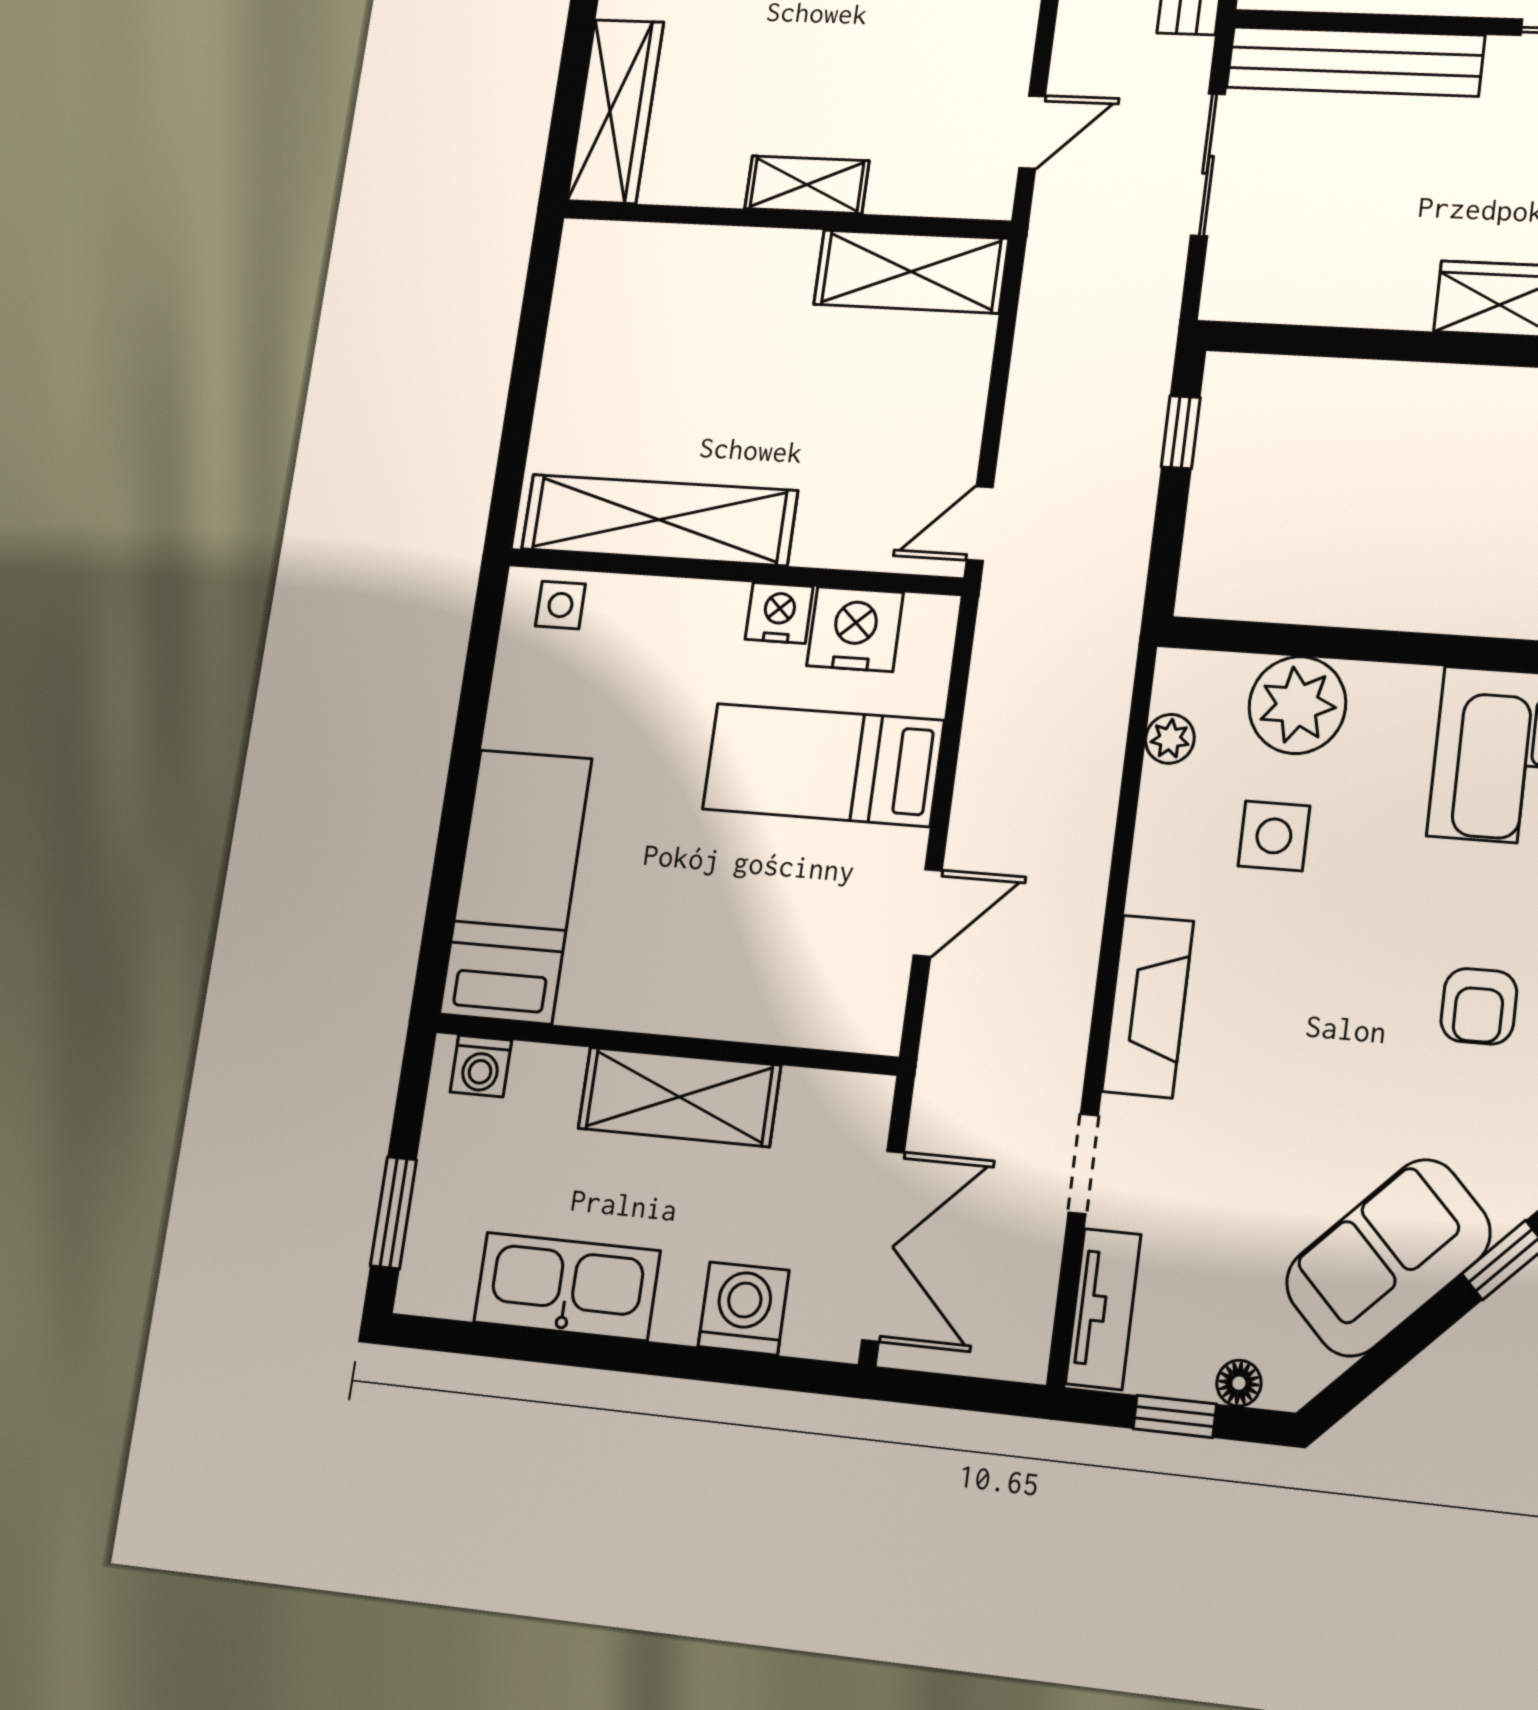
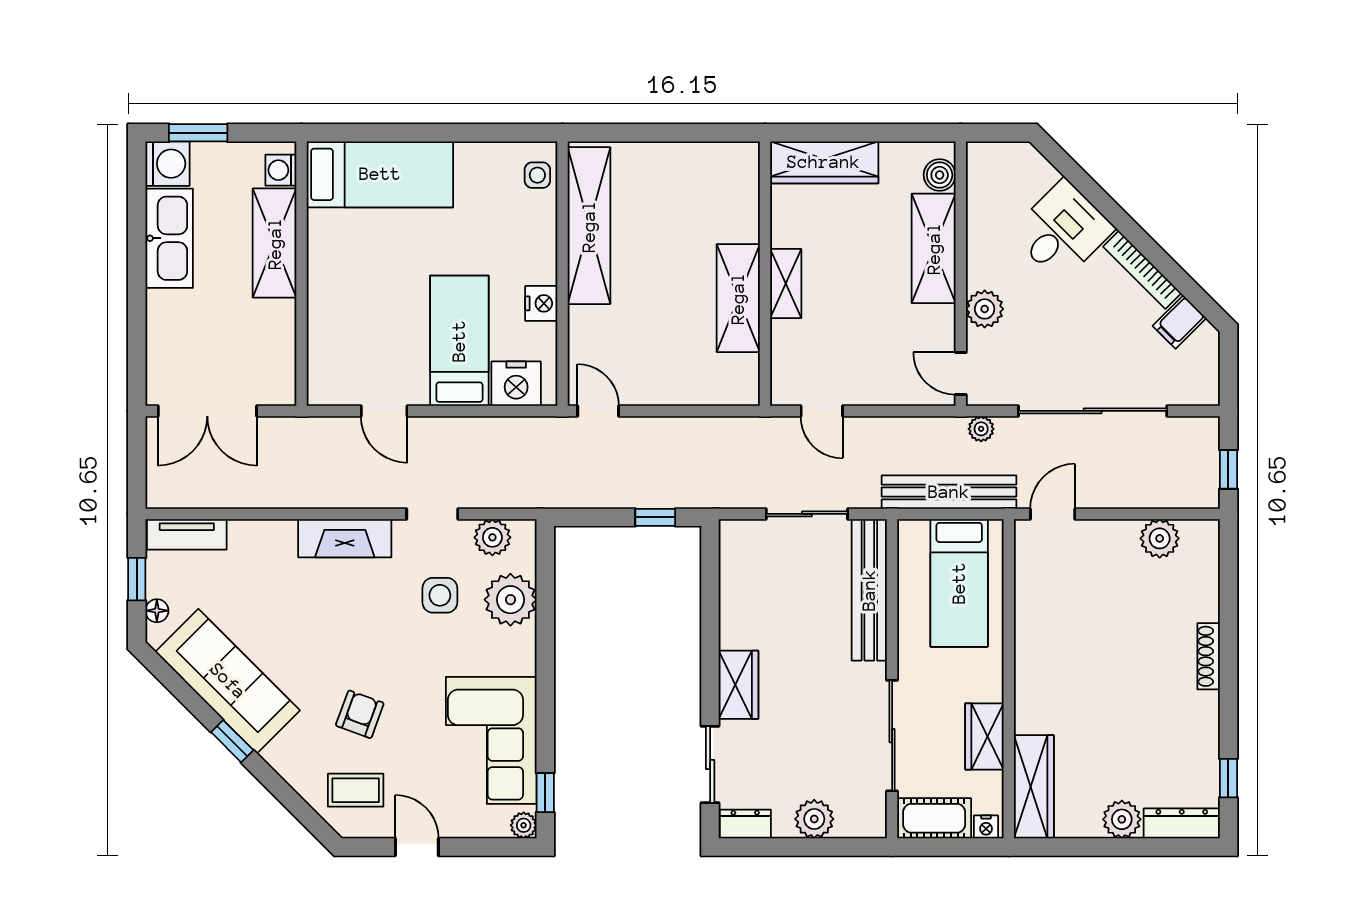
shelving: (911, 272) -> (738, 298), moved
nightstand: (855, 629) -> (516, 384), moved, turned 90
plant: (1170, 739) -> (492, 537), width x1.38, depth x1.38
armchair: (1479, 1006) -> (360, 714), turned 110
shelving: (679, 1097) -> (275, 243), moved
doorway: (1083, 1164) -> (432, 514), moved
sofa: (1388, 1258) -> (228, 681), width x1.36
washing machine: (744, 1308) -> (168, 164), moved

